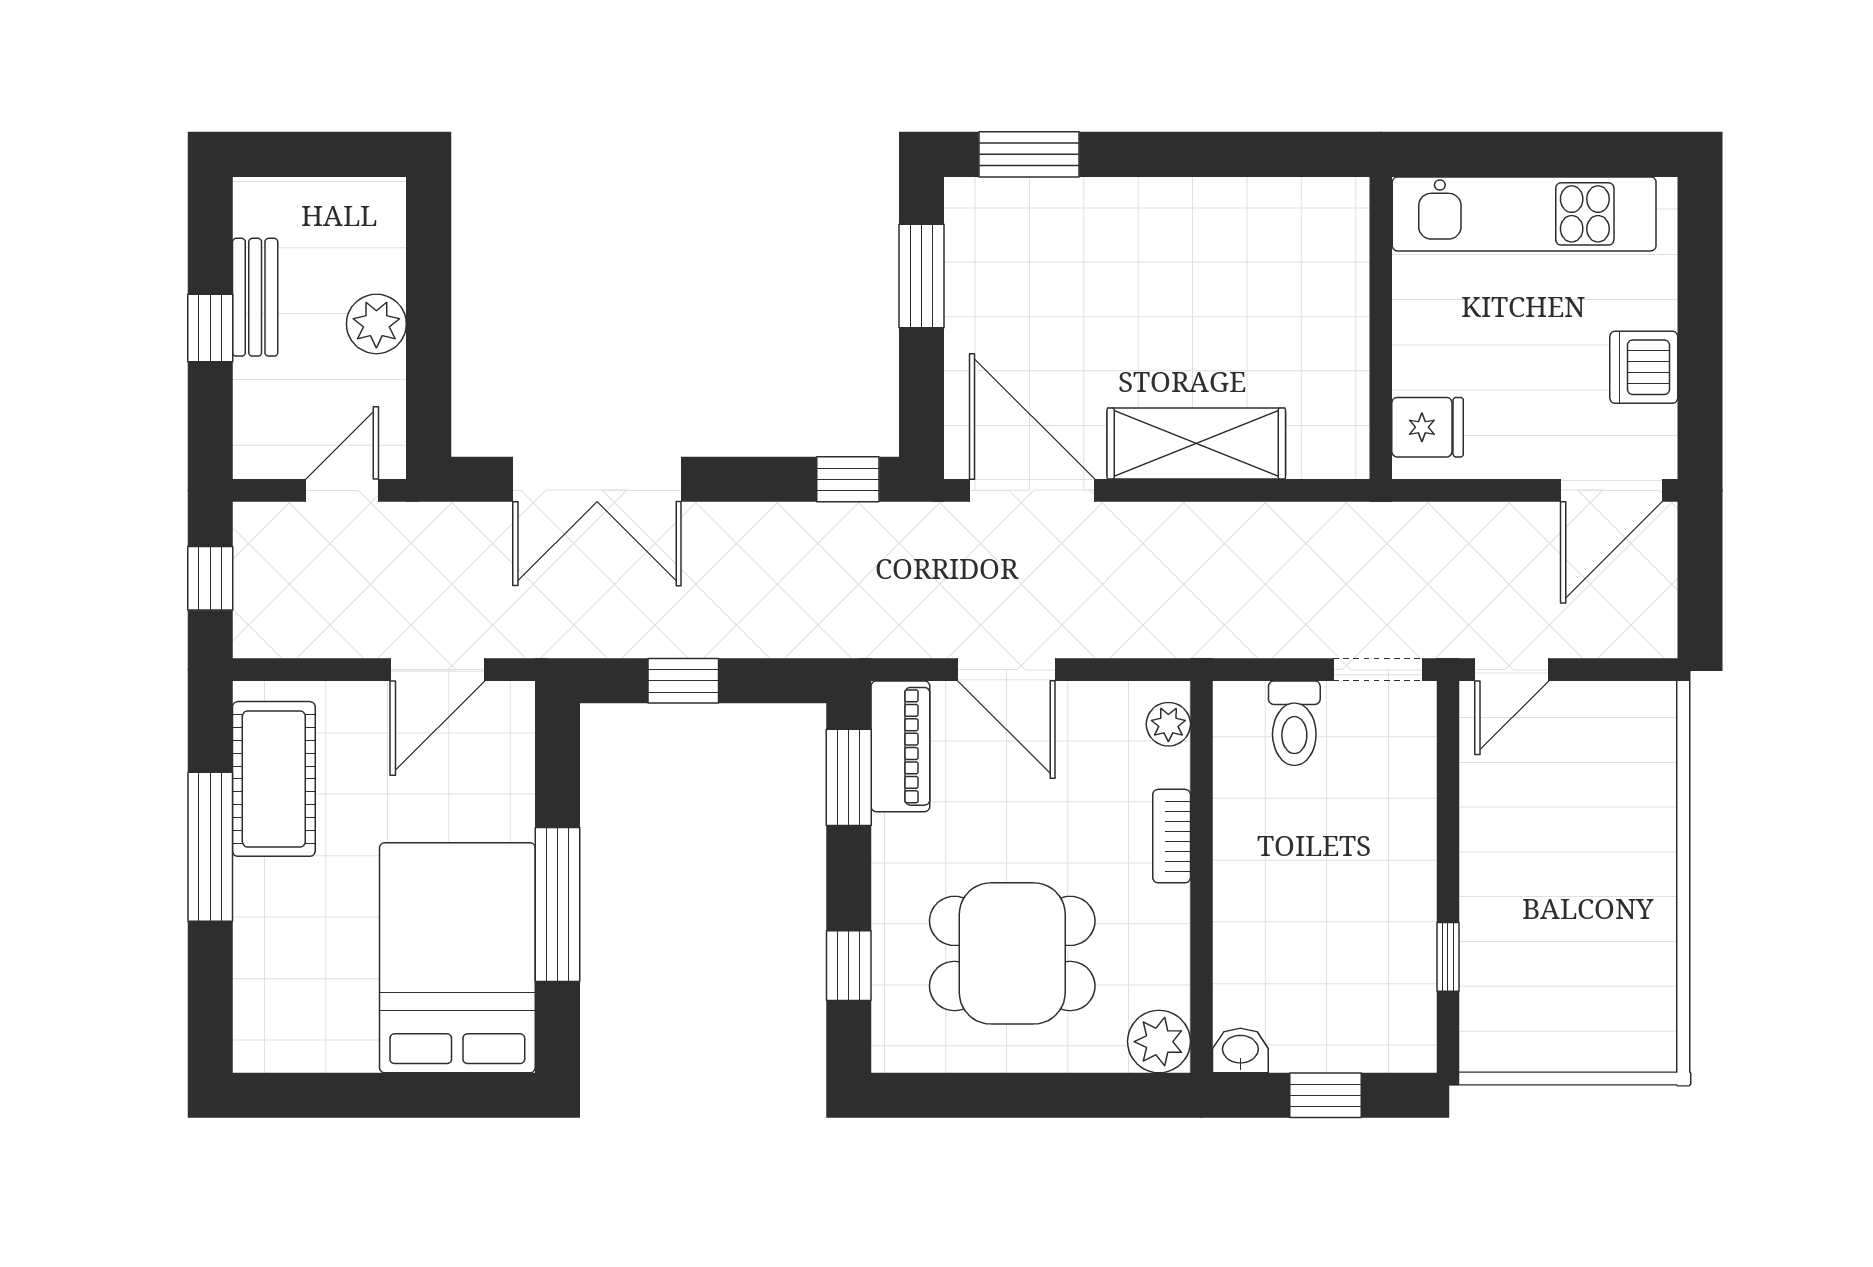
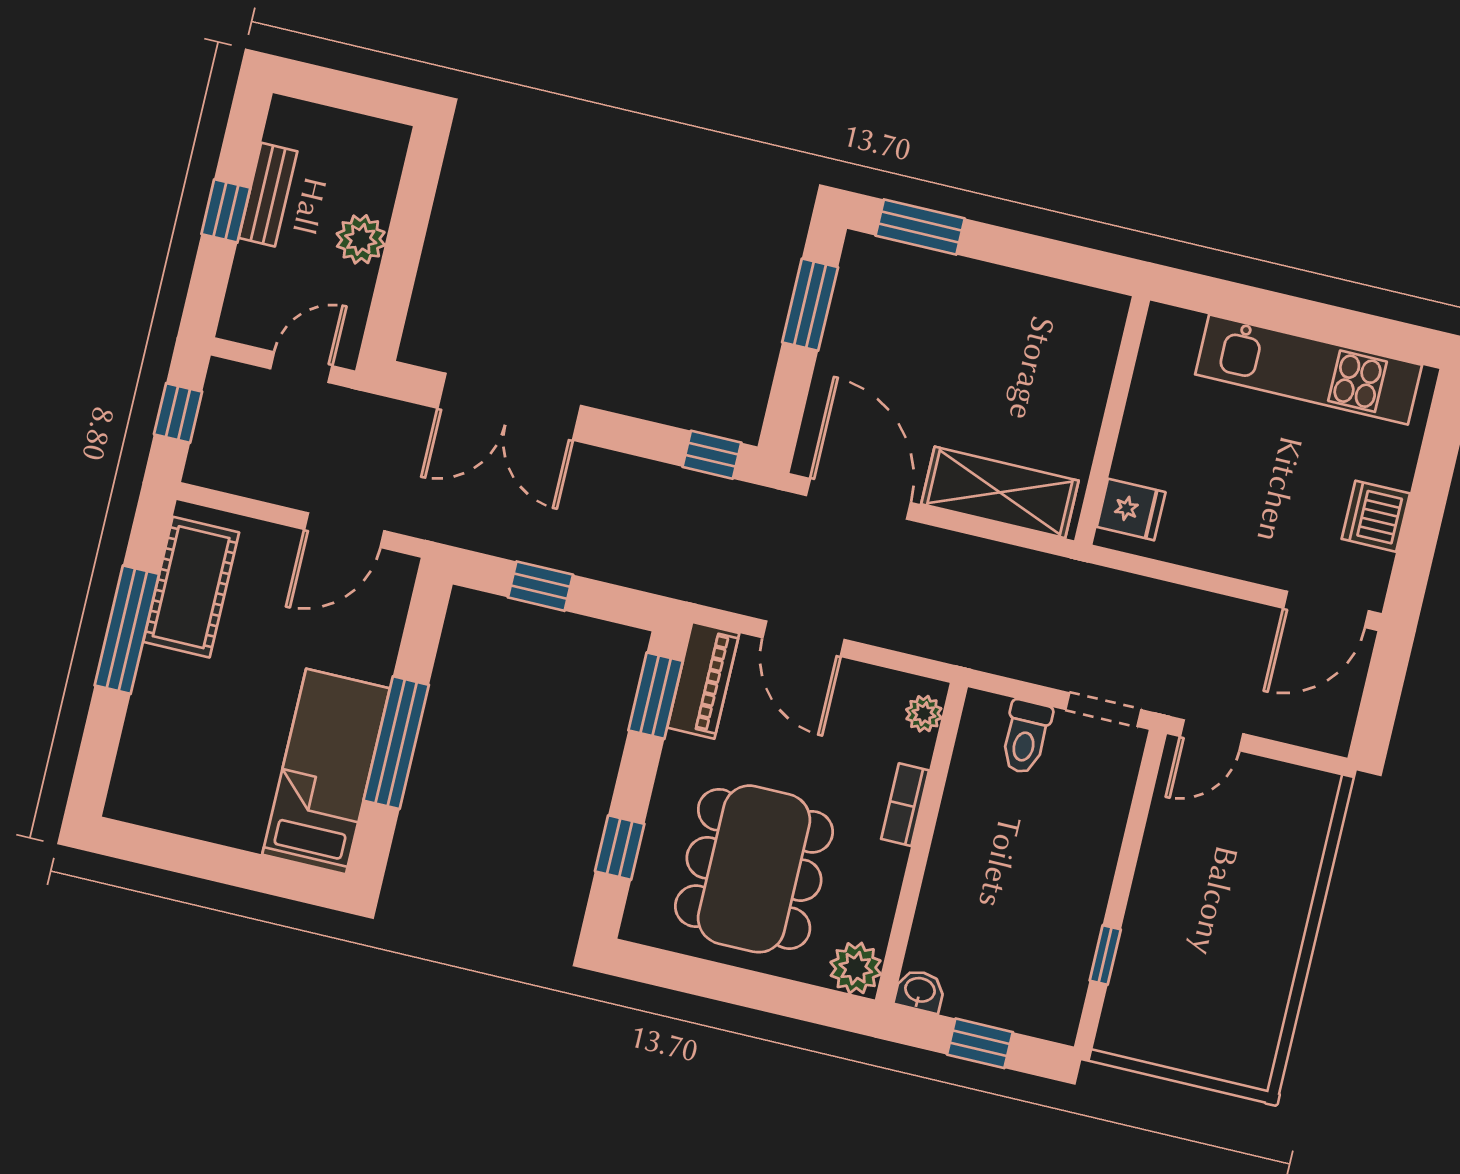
wall: (1381, 328) -> (1112, 420), moved
fridge: (1428, 427) -> (1131, 509), moved
dining table: (1012, 953) -> (754, 869), width x1.37
bed: (457, 958) -> (326, 771), width x0.67

